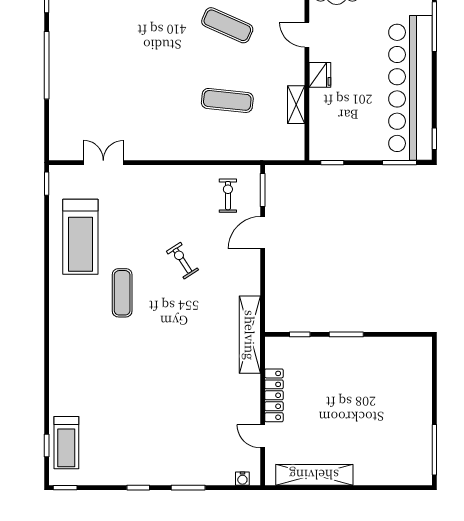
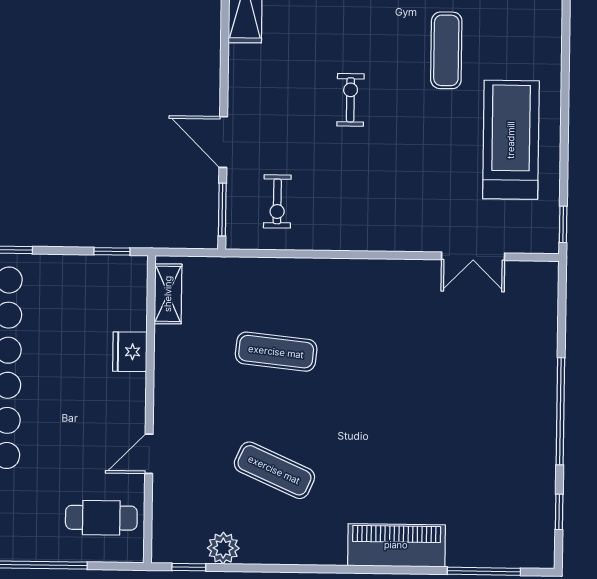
door: (307, 35) -> (149, 454), swing flipped
fridge: (320, 75) -> (130, 352), moved
shelving: (296, 105) -> (168, 294), moved
door: (263, 233) -> (223, 142), swing flipped
exercise bike: (182, 261) -> (350, 100), turned -147

